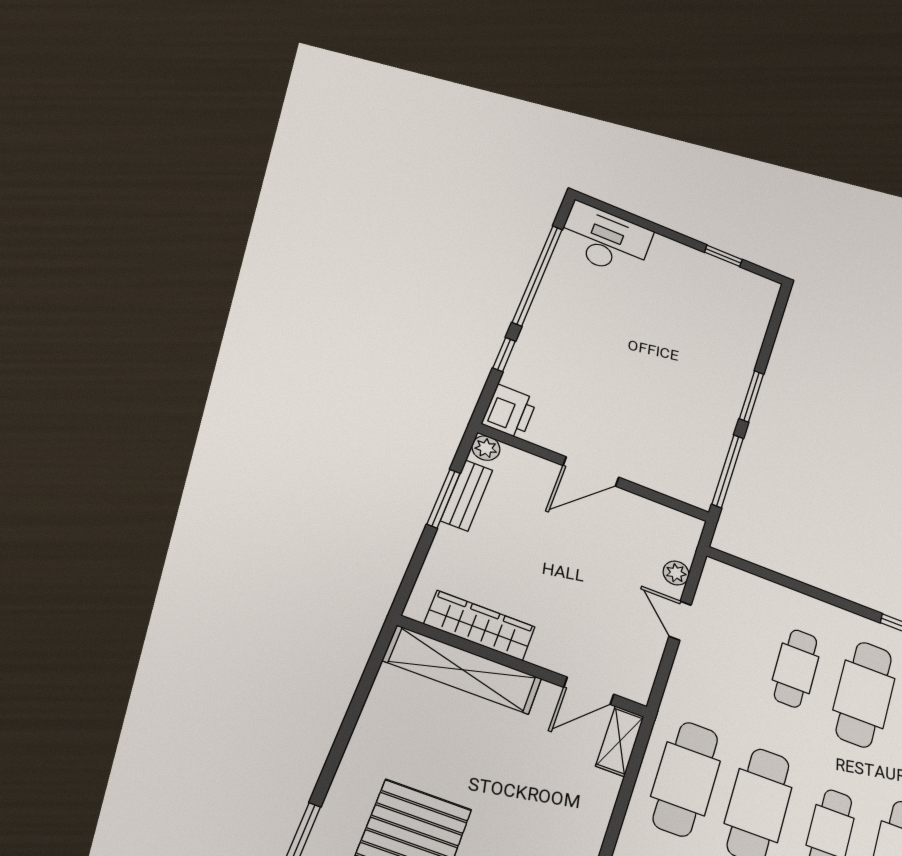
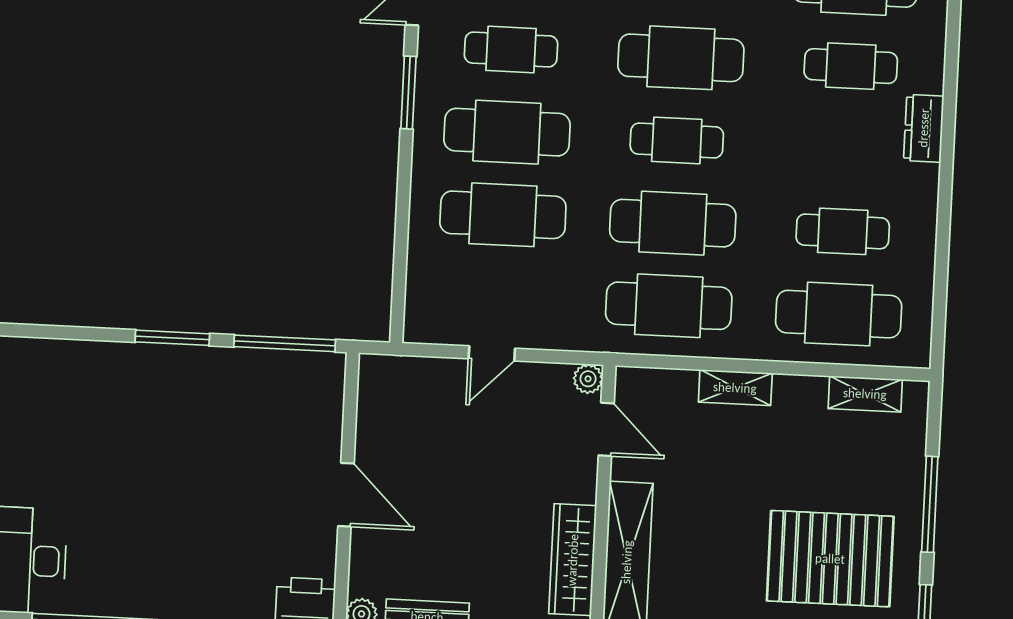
plant: (676, 573) -> (588, 379), moved
cafe table: (796, 668) -> (503, 215), width x1.37, depth x1.35
shelving: (620, 741) -> (735, 388), moved

